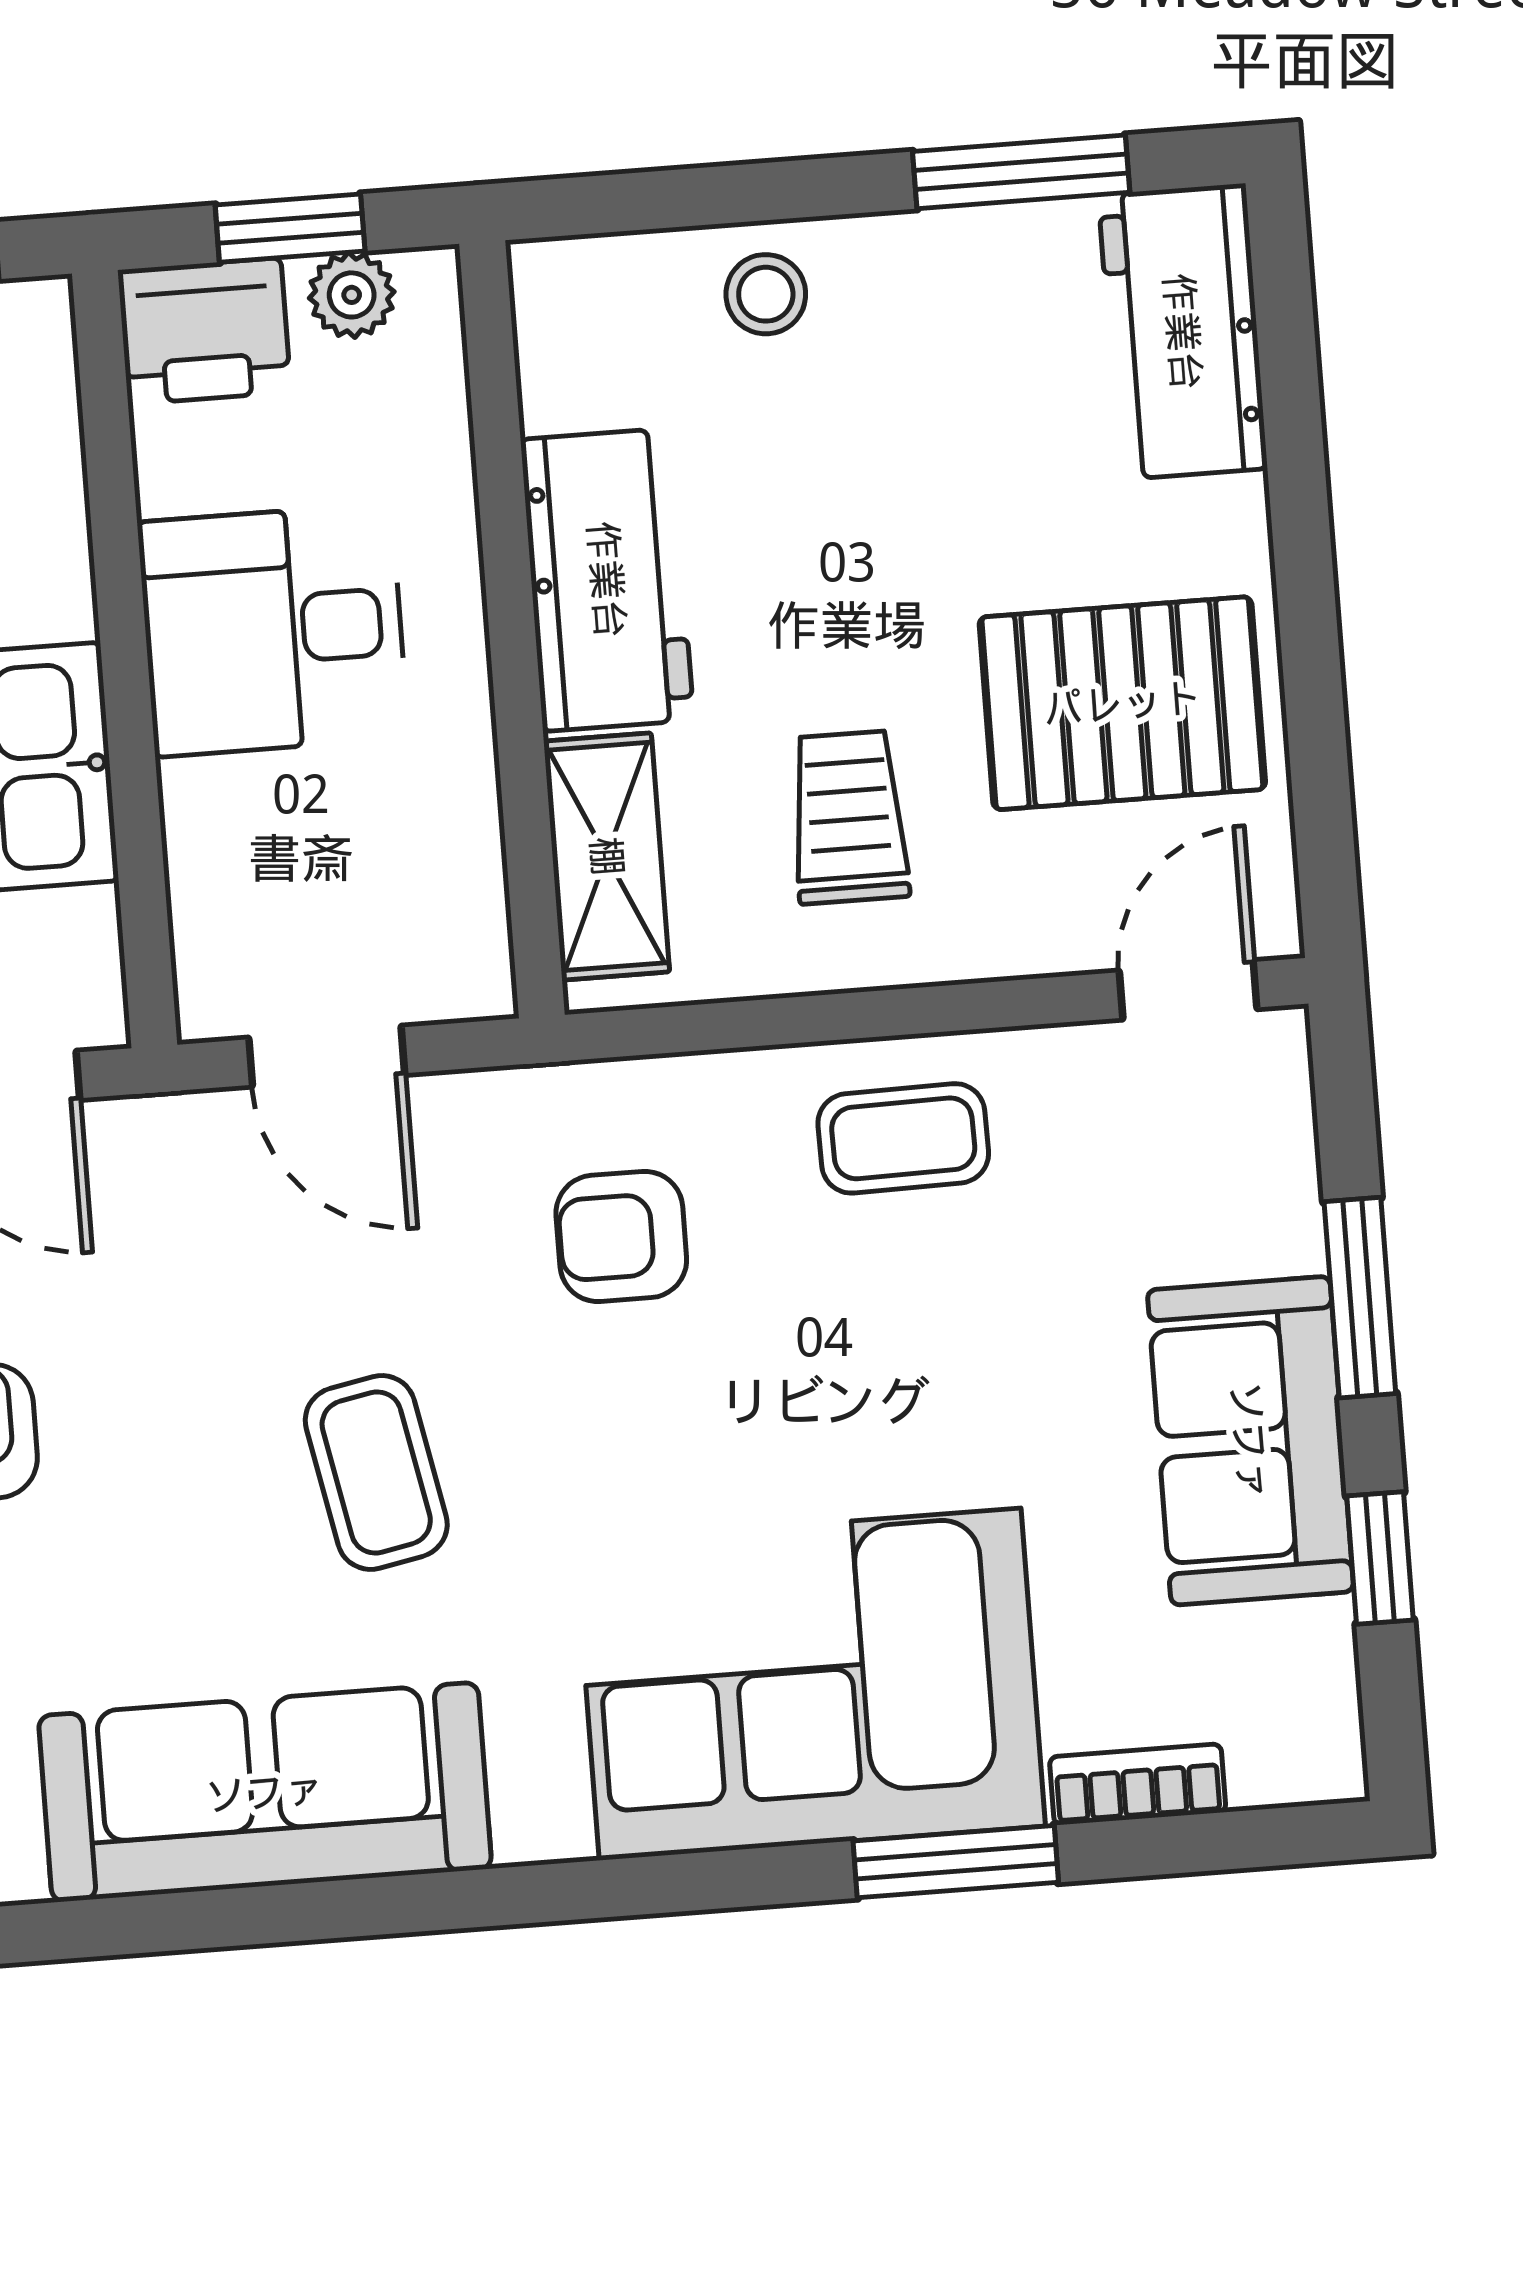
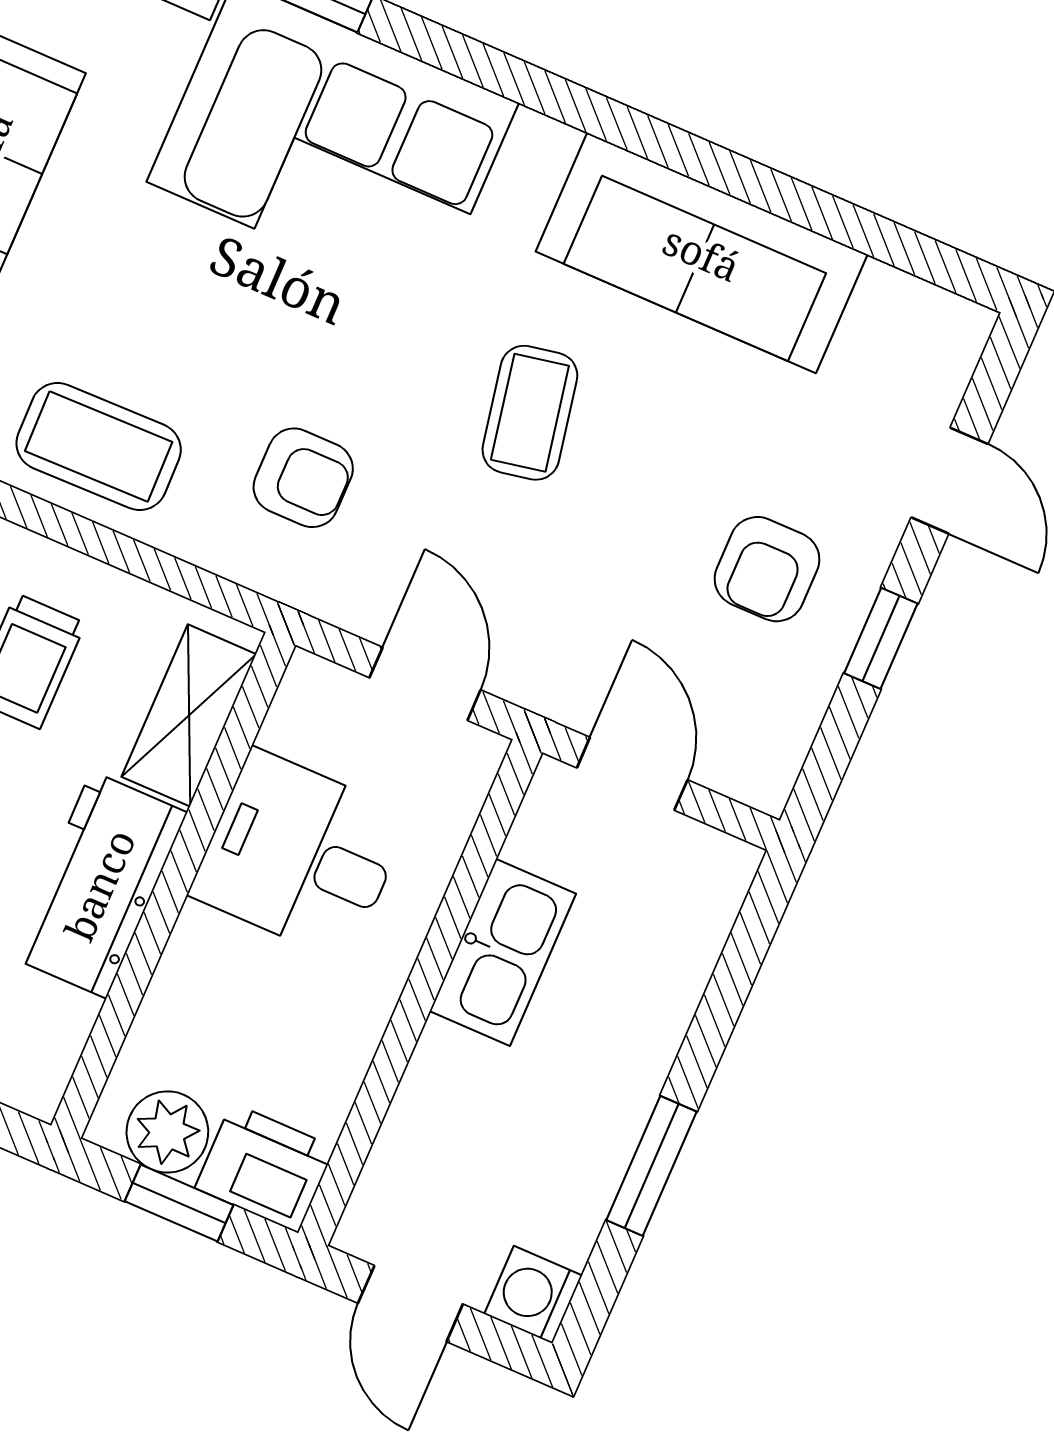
plant: (352, 295) -> (167, 1132), width x1.38, depth x1.38
desk: (273, 630) -> (300, 855), moved, turned 180
coffee table: (903, 1138) -> (99, 446), width x1.36, depth x1.30

